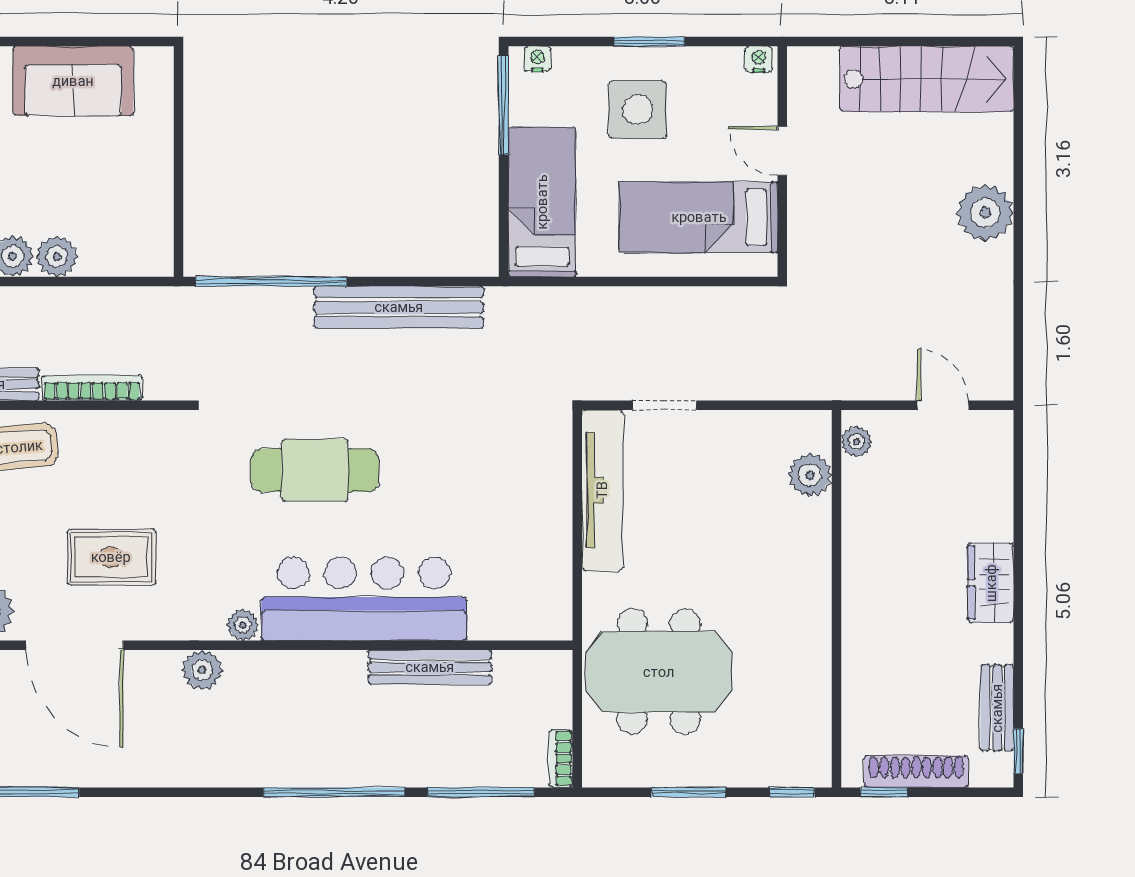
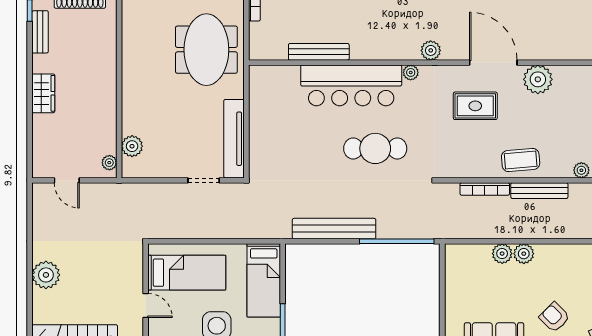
meeting table: (659, 672) -> (206, 50), turned 90

